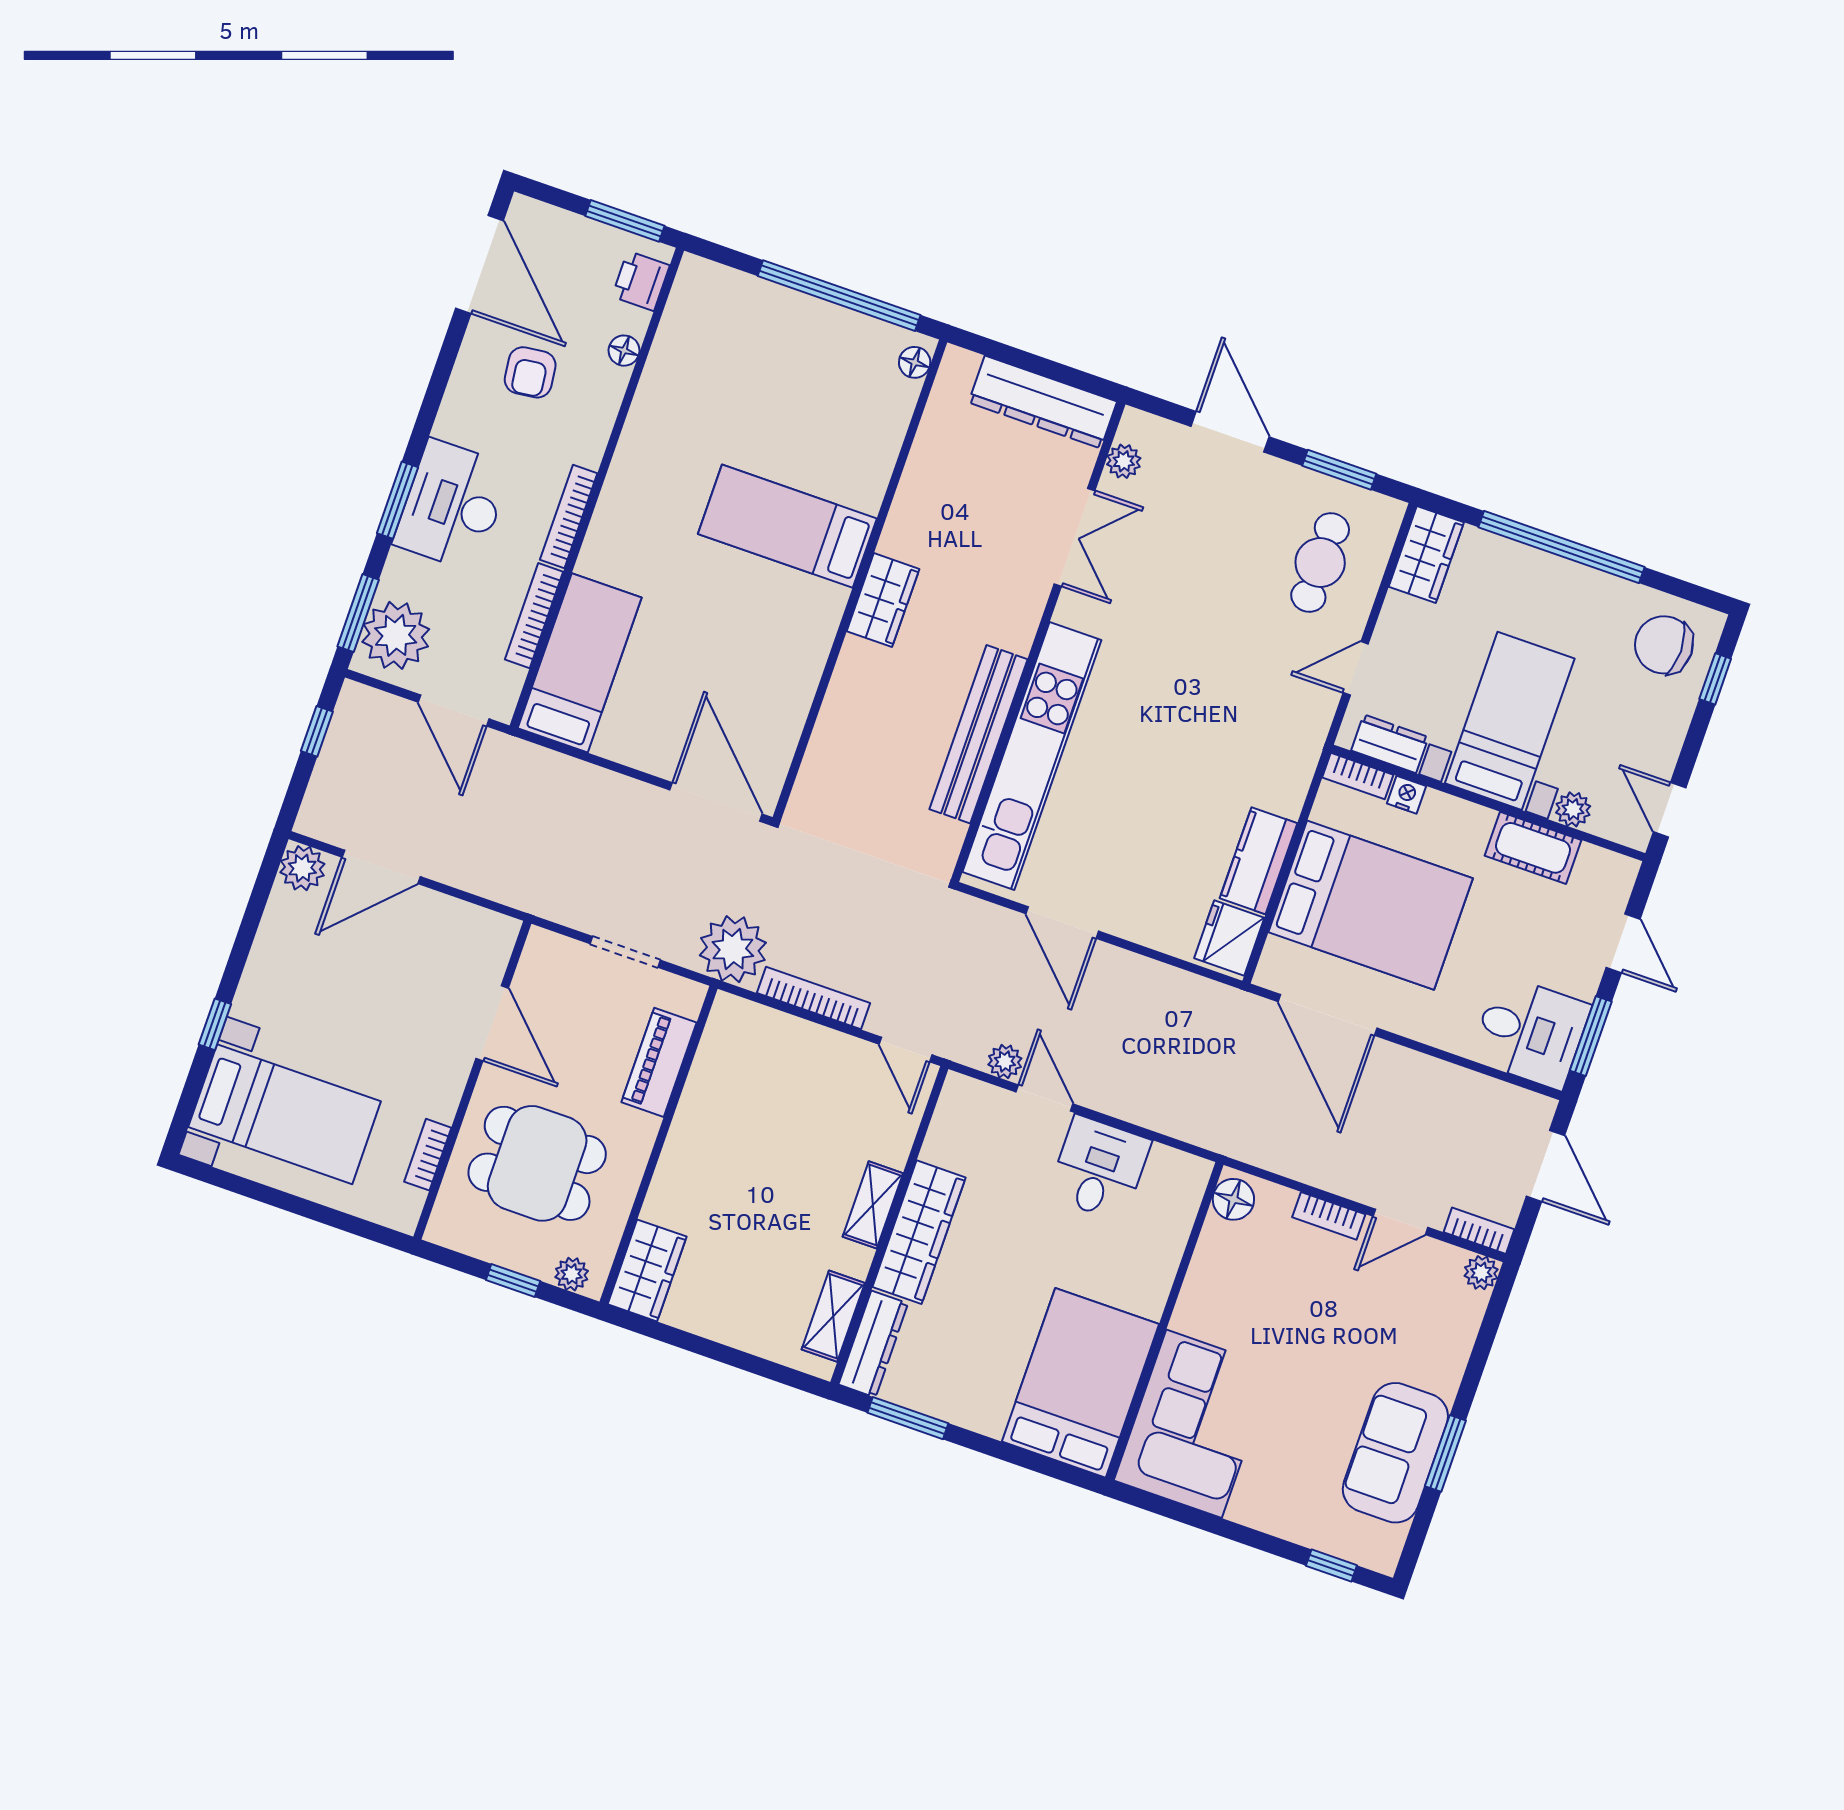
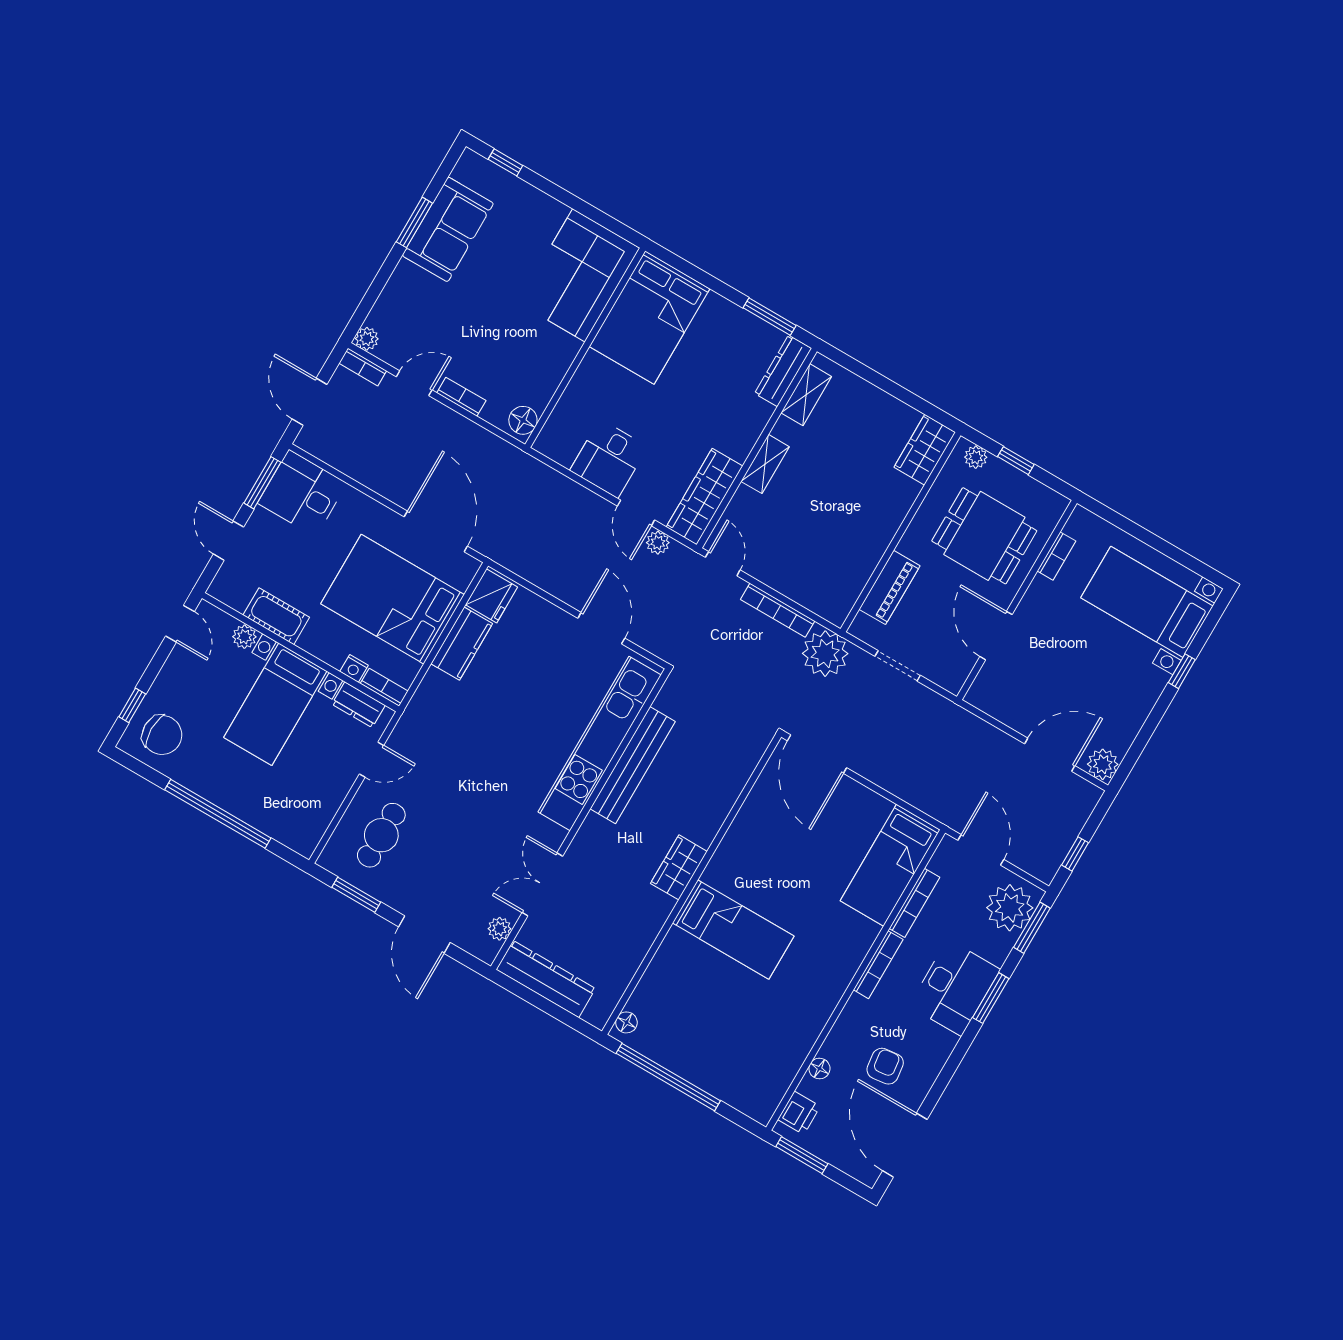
wardrobe: (1426, 554) -> (309, 827), removed
wardrobe: (919, 1232) -> (704, 497), moved

